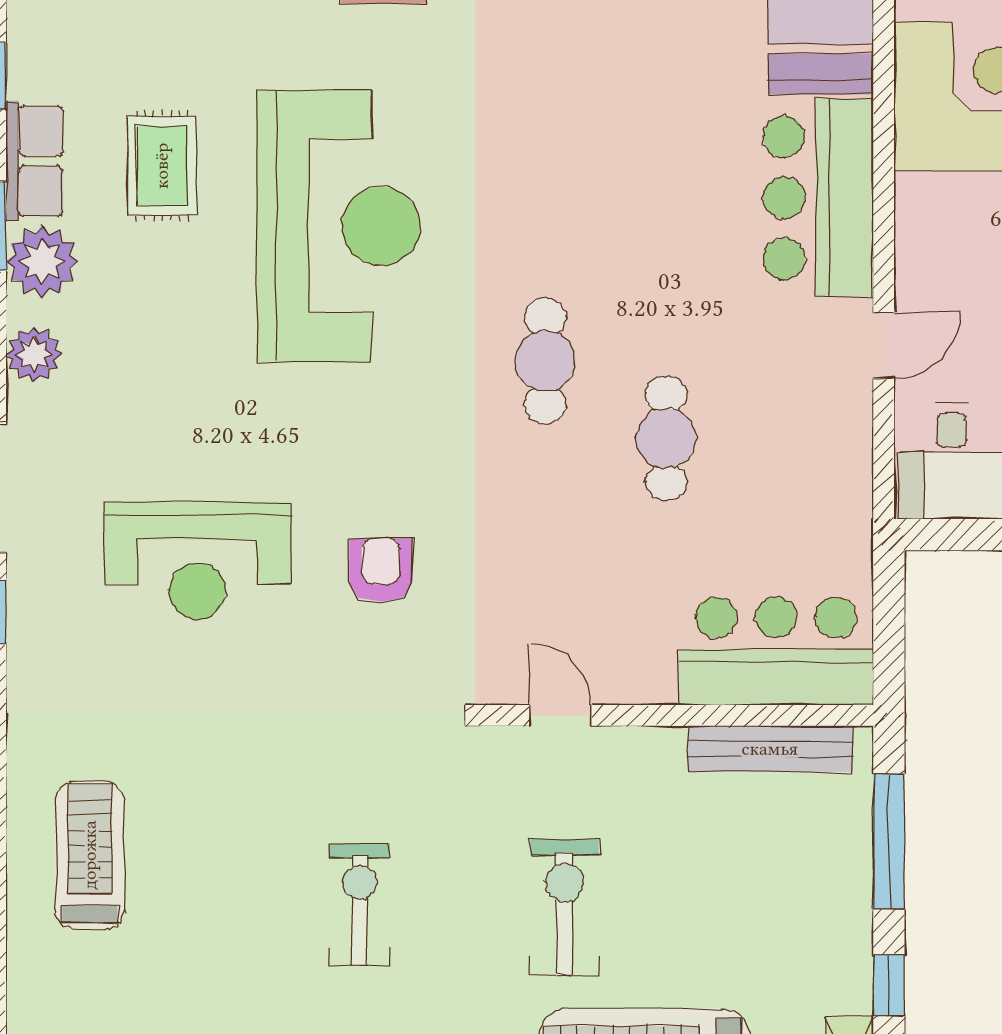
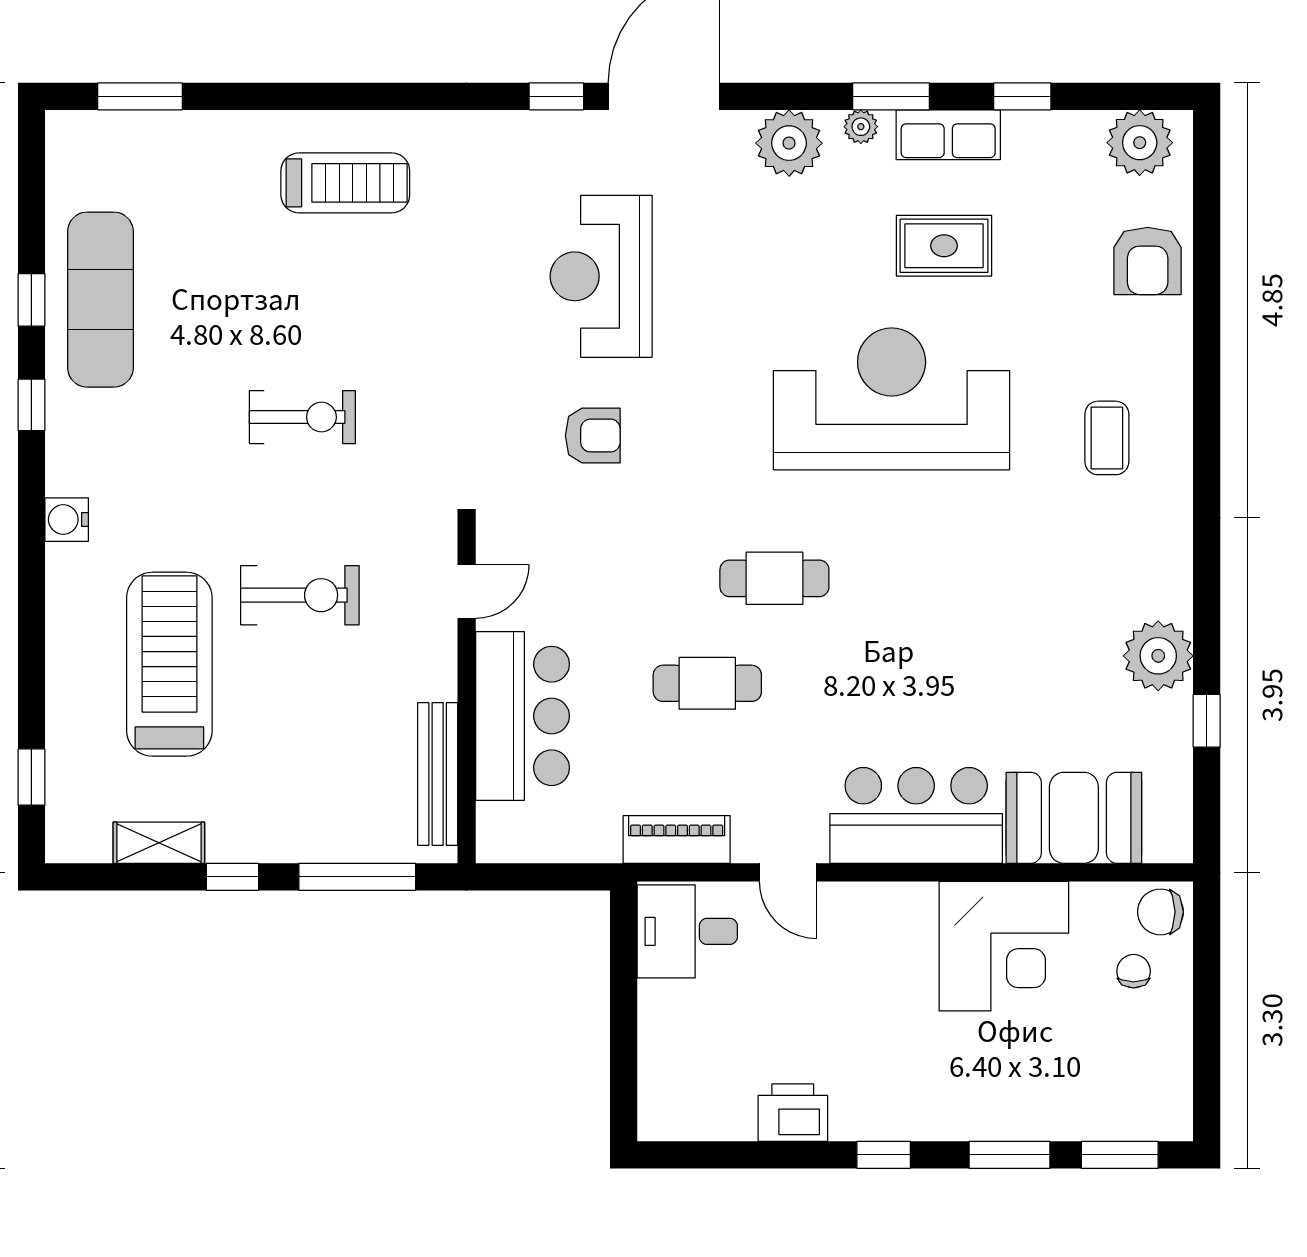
reception desk: (339, 226) -> (892, 399), turned 180
plant: (42, 261) -> (861, 127), width x0.53, depth x0.53
plant: (34, 354) -> (789, 143), width x1.36, depth x1.36
piano: (846, 474) -> (677, 839), added
bar counter: (776, 651) -> (522, 716), moved

